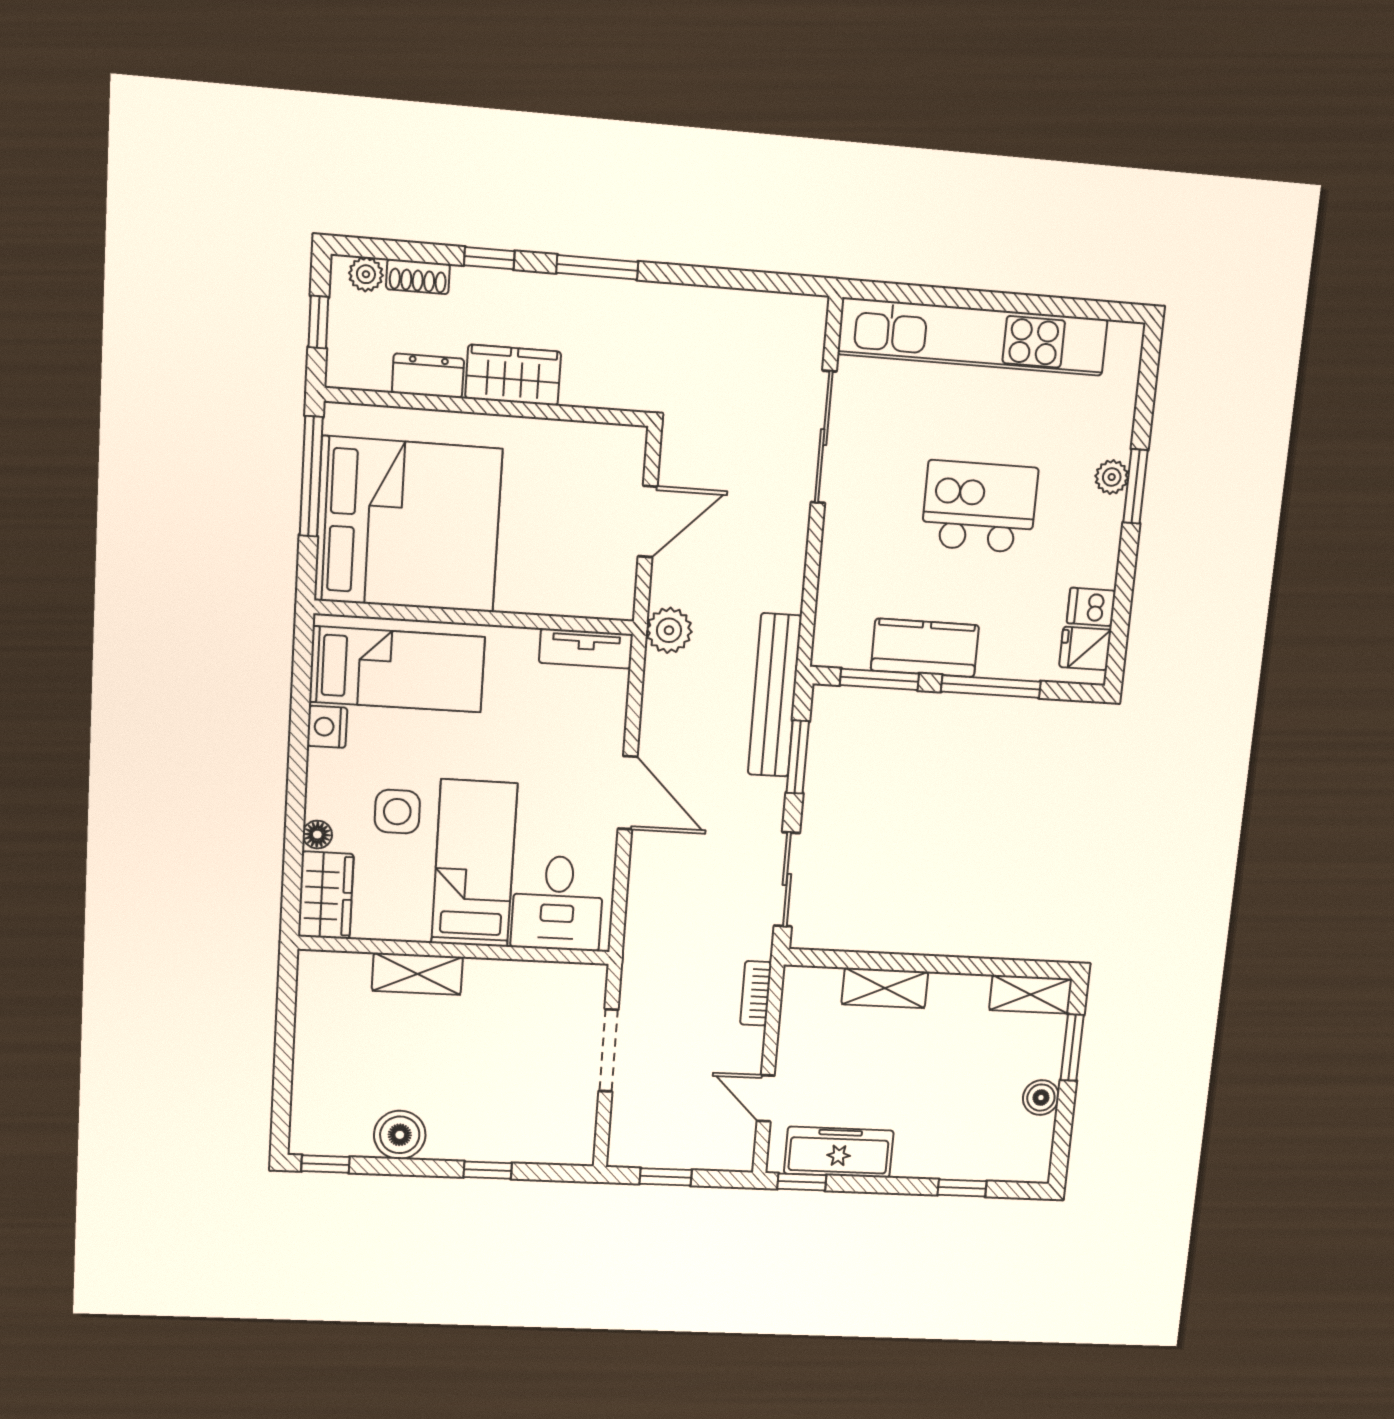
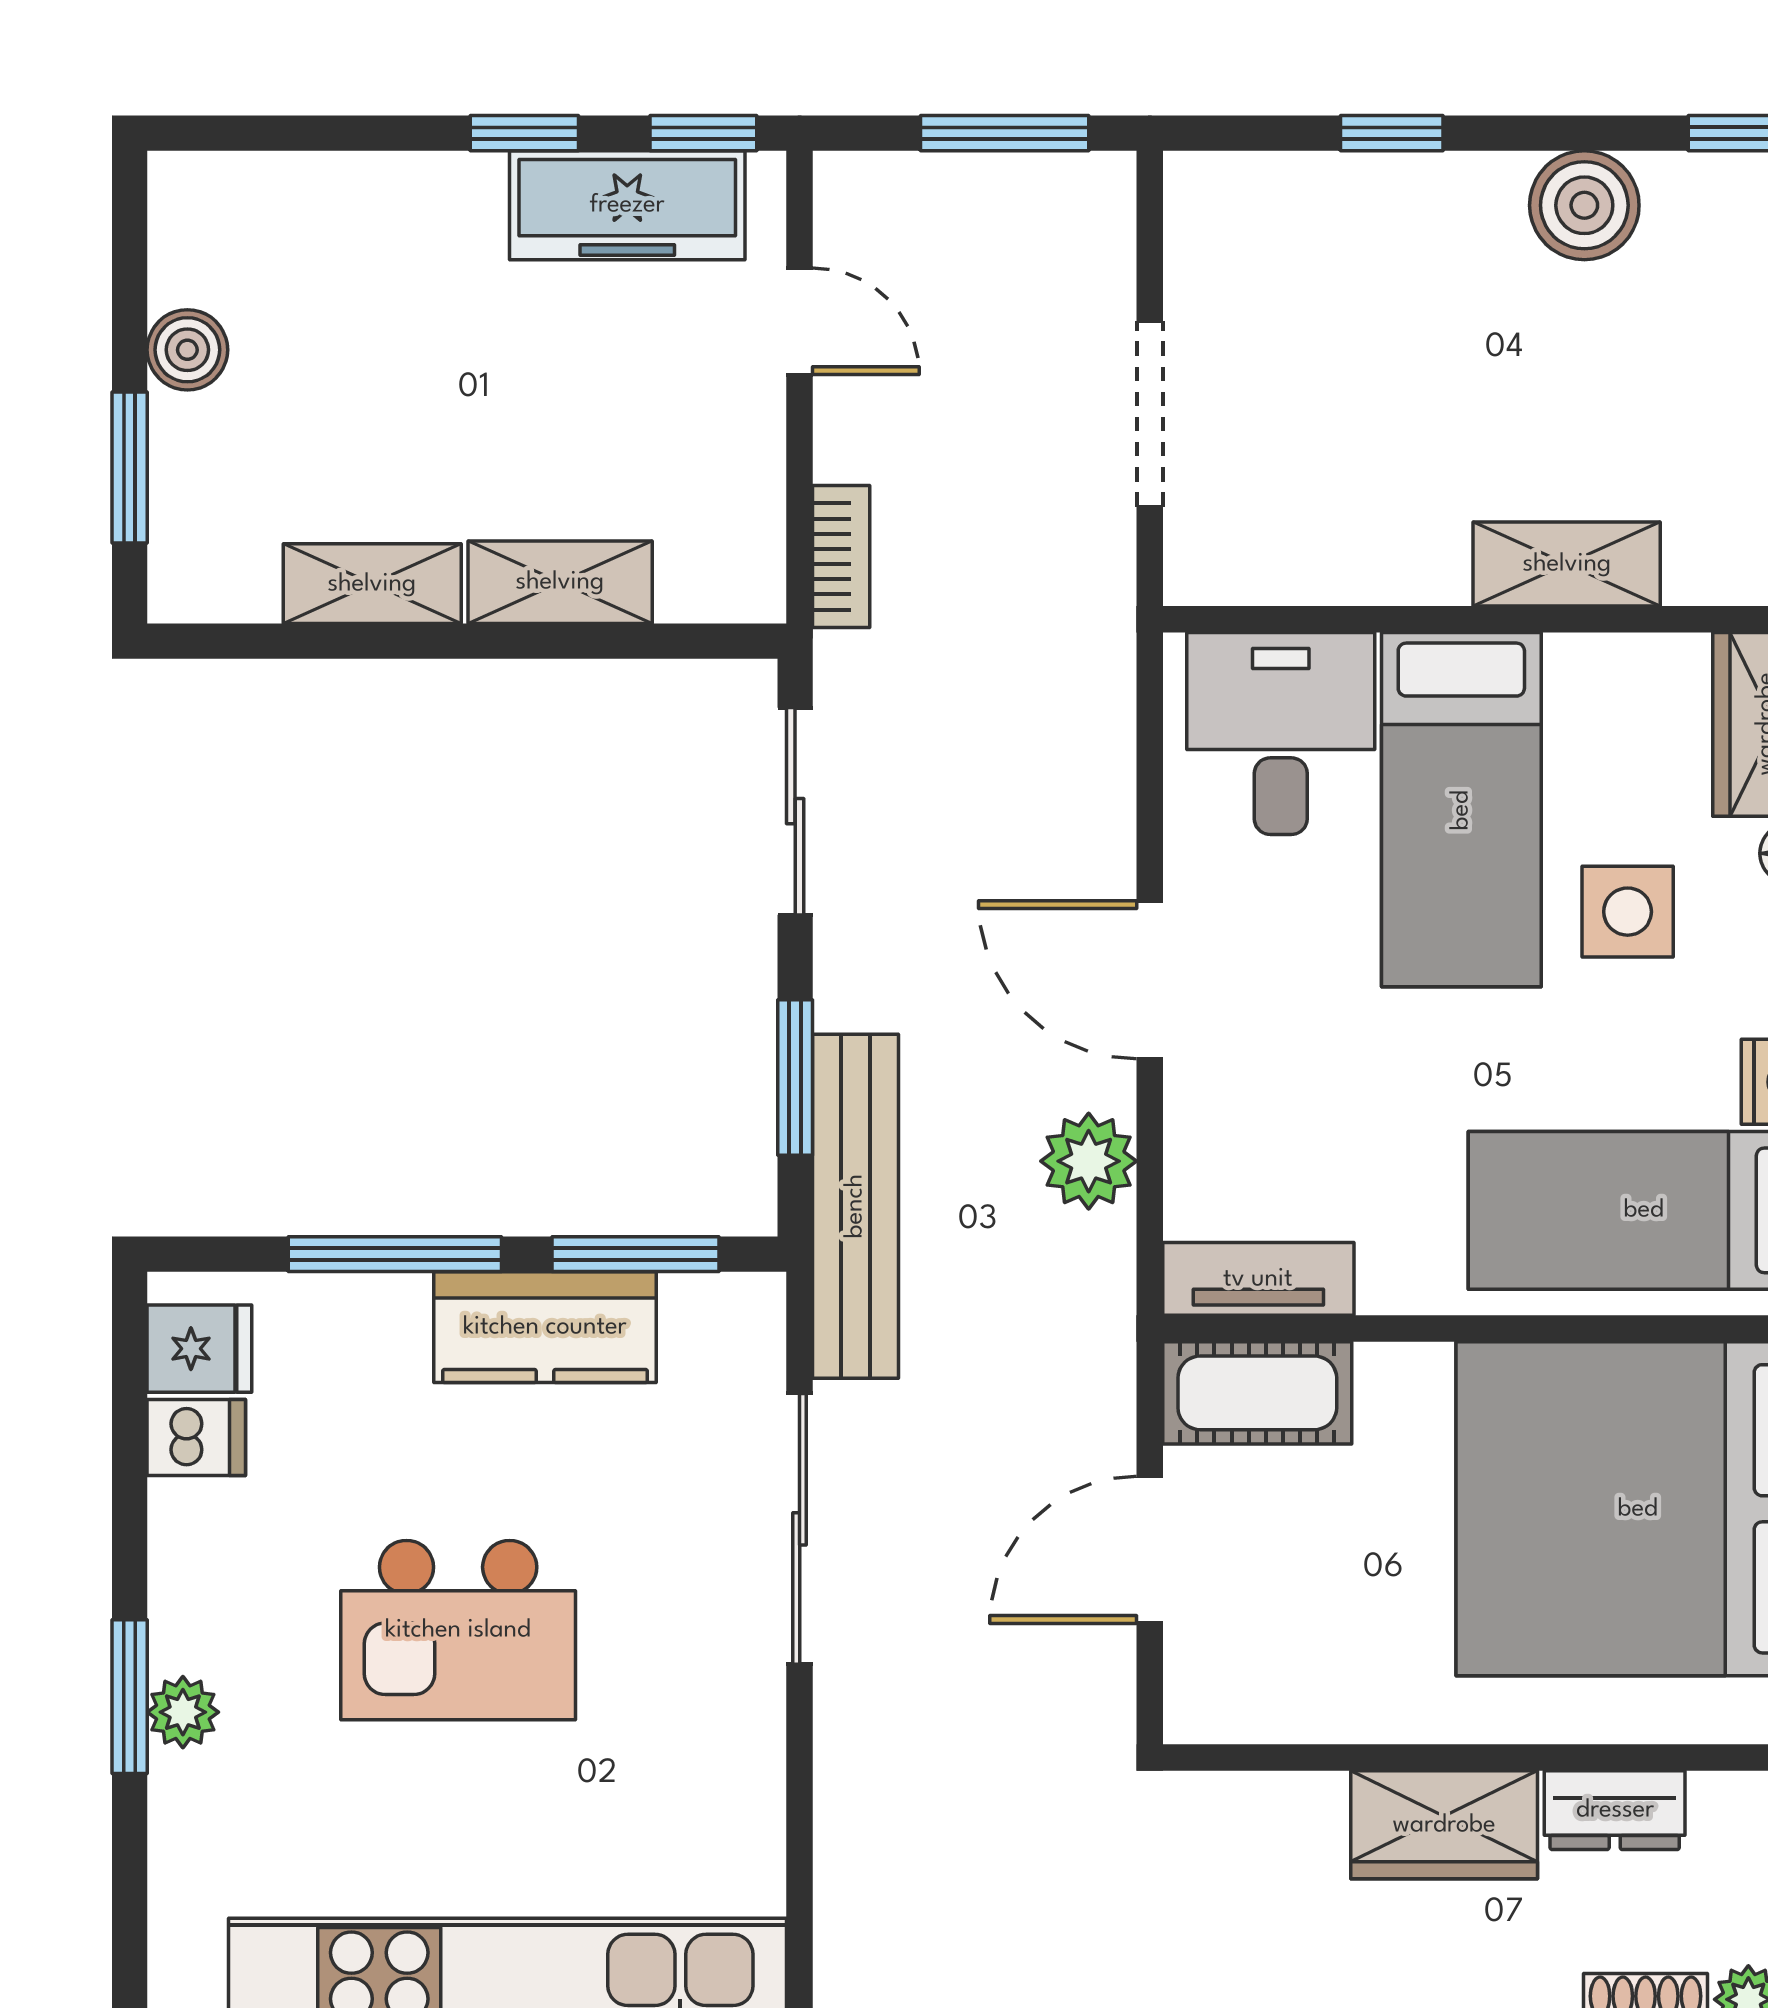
sliding door: (824, 437) -> (800, 1529), moved
cot: (590, 594) -> (1257, 1393), added
plant: (669, 630) -> (1089, 1161), moved
shelving: (1031, 994) -> (372, 584), moved
window: (666, 1177) -> (1005, 133), width x1.50
window: (962, 1188) -> (524, 133), moved

